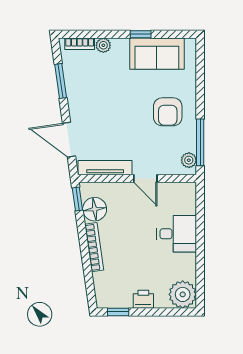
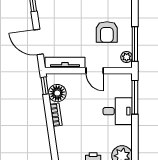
armchair: (168, 112) -> (107, 32), moved
window: (200, 215) -> (135, 97), added
bookcase: (94, 247) -> (56, 115), width x0.64

